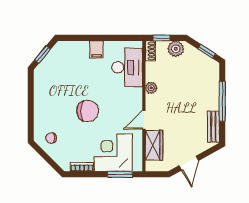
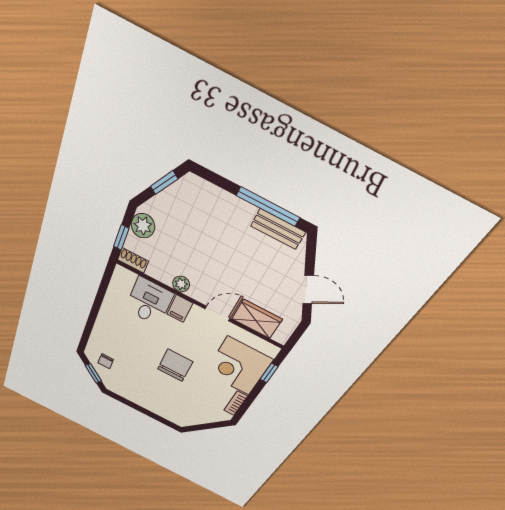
filing cabinet: (96, 50) -> (180, 309), moved, turned 90
desk: (127, 67) -> (149, 302), width x0.73
window: (222, 101) -> (268, 207), moved
door: (144, 120) -> (218, 314), swing flipped
chair: (51, 138) -> (106, 361), moved
window: (120, 174) -> (269, 373), width x0.67

